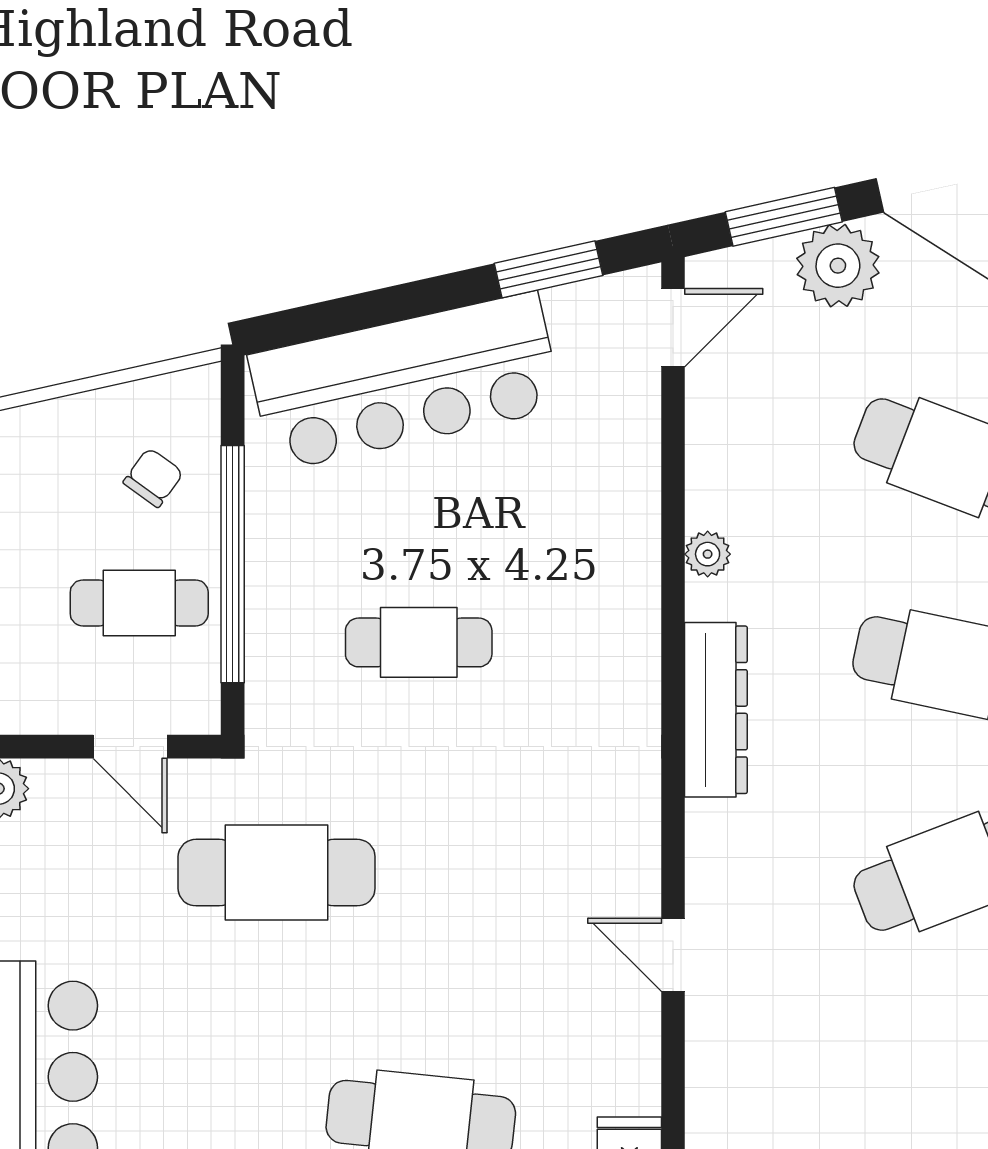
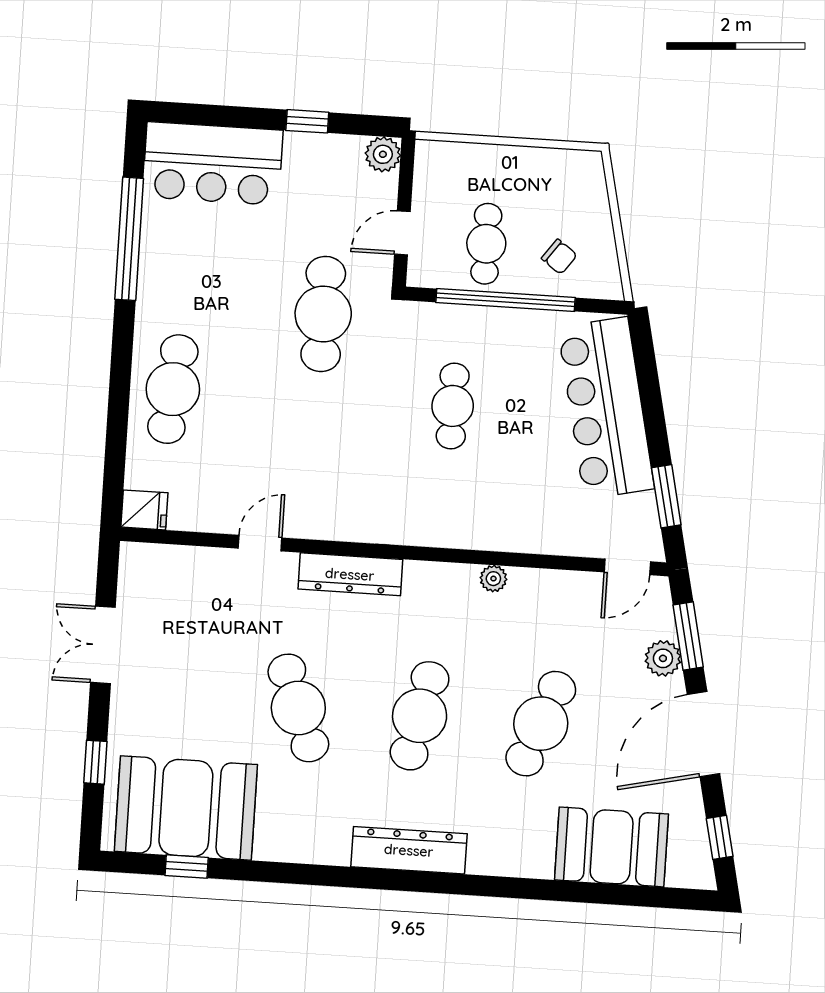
plant: (838, 266) -> (663, 658), width x0.73, depth x0.73
door: (673, 328) -> (627, 567), hinge flipped
dresser: (716, 710) -> (350, 574), moved

